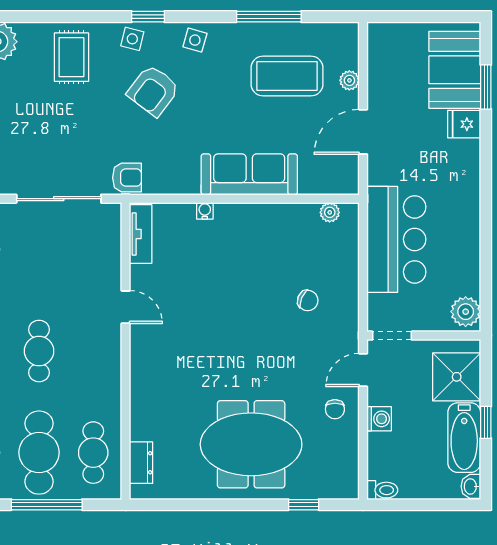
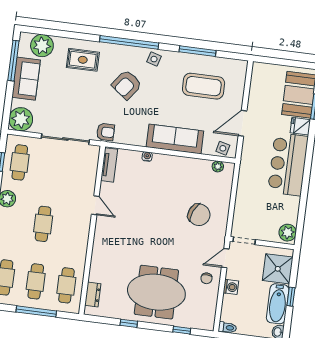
window: (148, 17) -> (129, 42), width x3.17
side table: (132, 39) -> (223, 148), moved
rug: (71, 57) -> (83, 60), turned 90
plant: (349, 80) -> (239, 93), removed
bar counter: (396, 239) -> (288, 164), moved, turned 180
chair: (308, 300) -> (199, 215), width x1.87, depth x1.87
cafe table: (39, 453) -> (36, 281), width x0.73, depth x0.74
window: (210, 505) -> (129, 323), added

